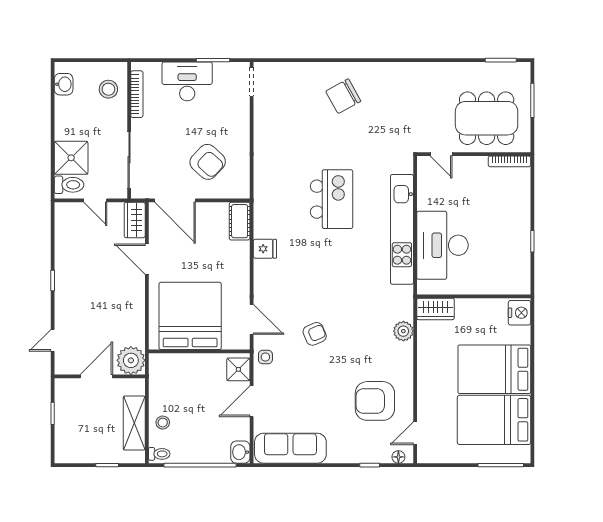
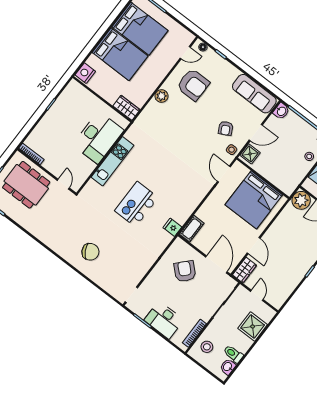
toilet: (69, 185) -> (233, 354), moved
kitchen unit: (402, 229) -> (112, 161), width x0.73
fridge: (265, 249) -> (172, 227), moved
plant: (403, 331) -> (161, 96), moved
armchair: (315, 334) -> (226, 128), moved, turned -94

